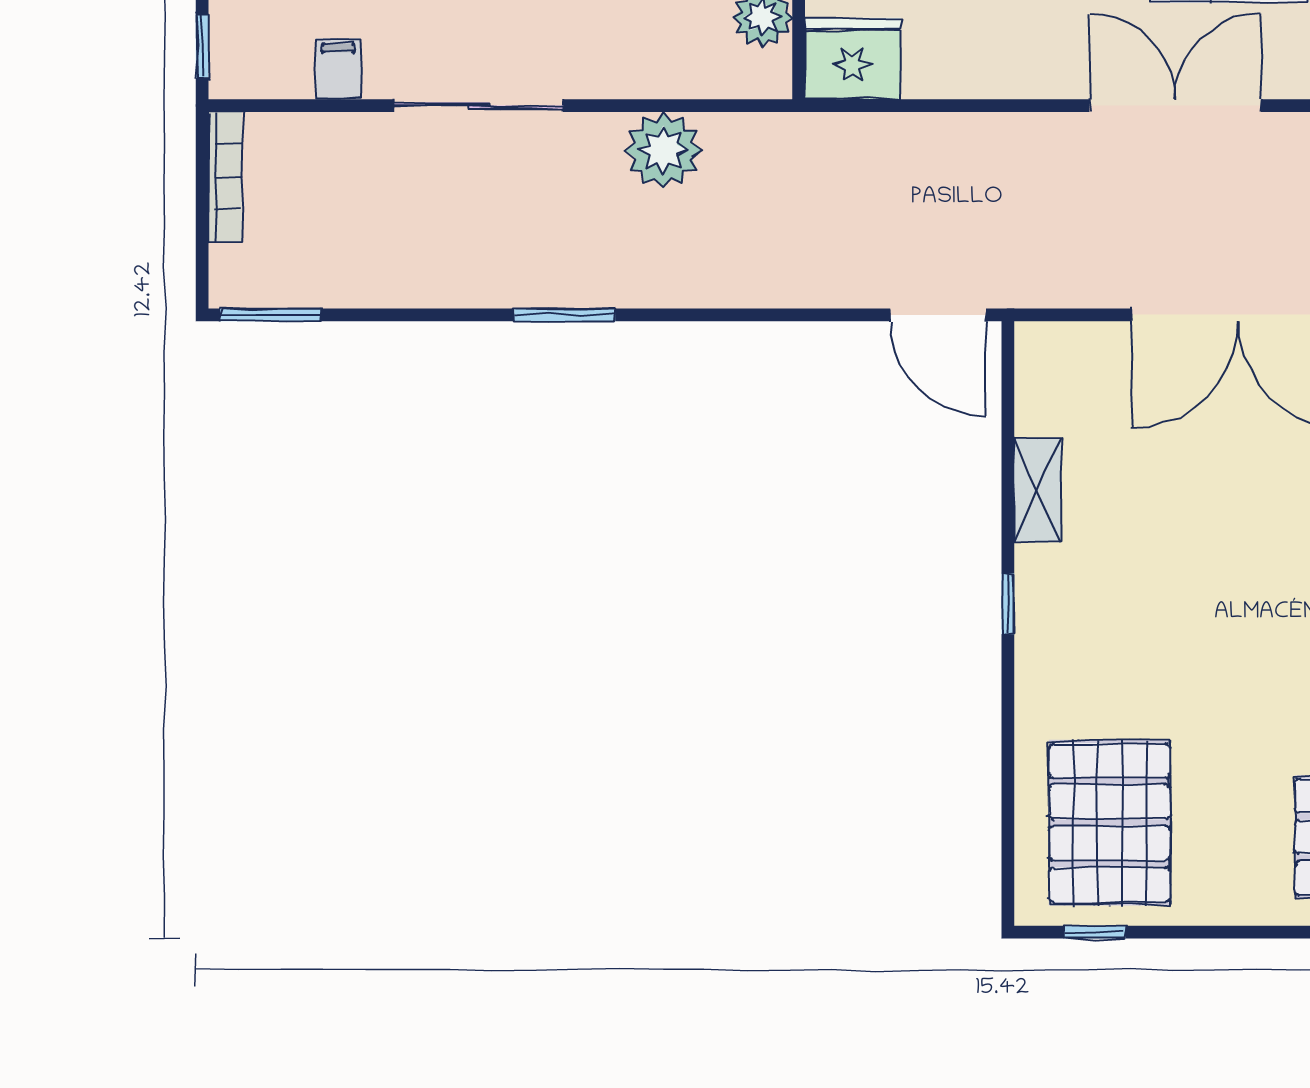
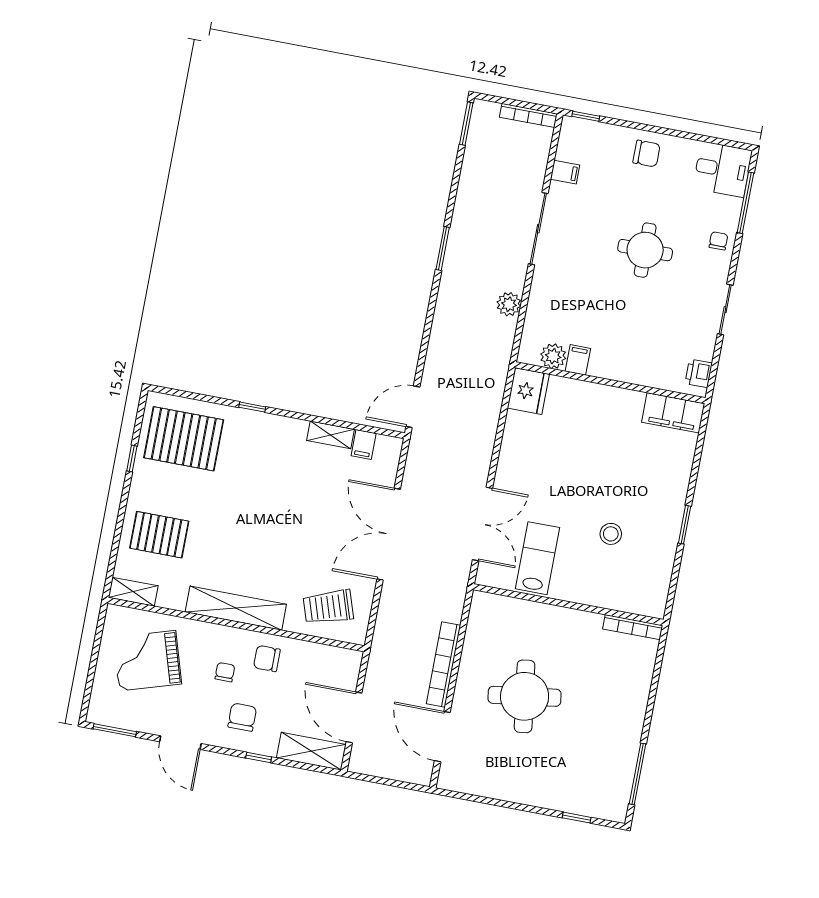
plant: (663, 150) -> (509, 304), width x0.73, depth x0.73
filing cabinet: (1045, 410) -> (364, 445), added
window: (1008, 604) -> (252, 407), moved
window: (1095, 932) -> (132, 458), moved

